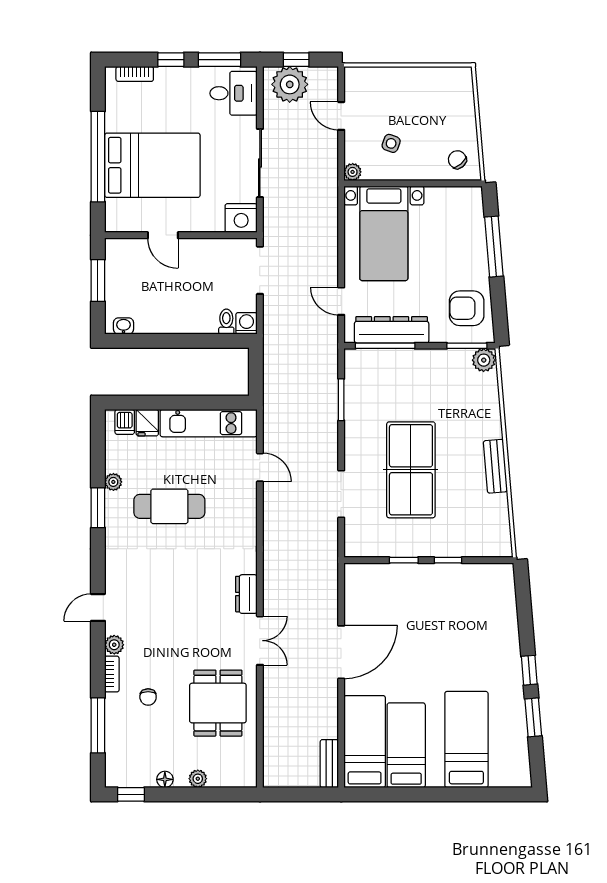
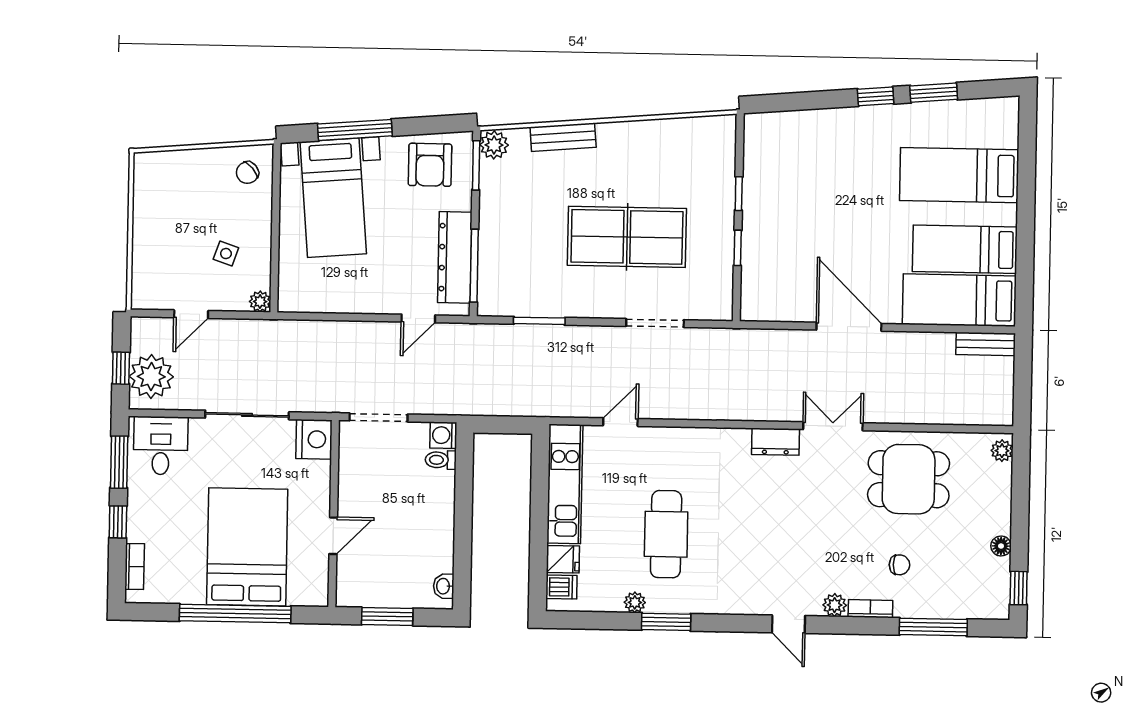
bed with nightstands: (384, 233) -> (333, 198), moved, turned 85
bench: (495, 466) -> (563, 137), moved
plant: (198, 779) -> (1002, 451), moved

